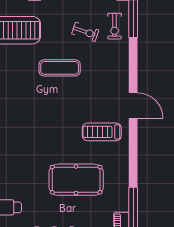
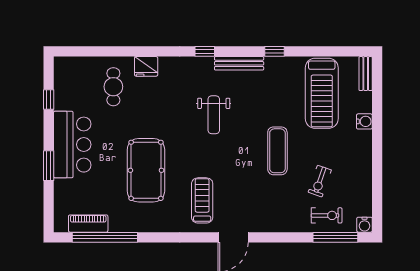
exercise bike: (115, 26) -> (327, 215), turned 180
weight bench: (29, 122) -> (214, 115), added

